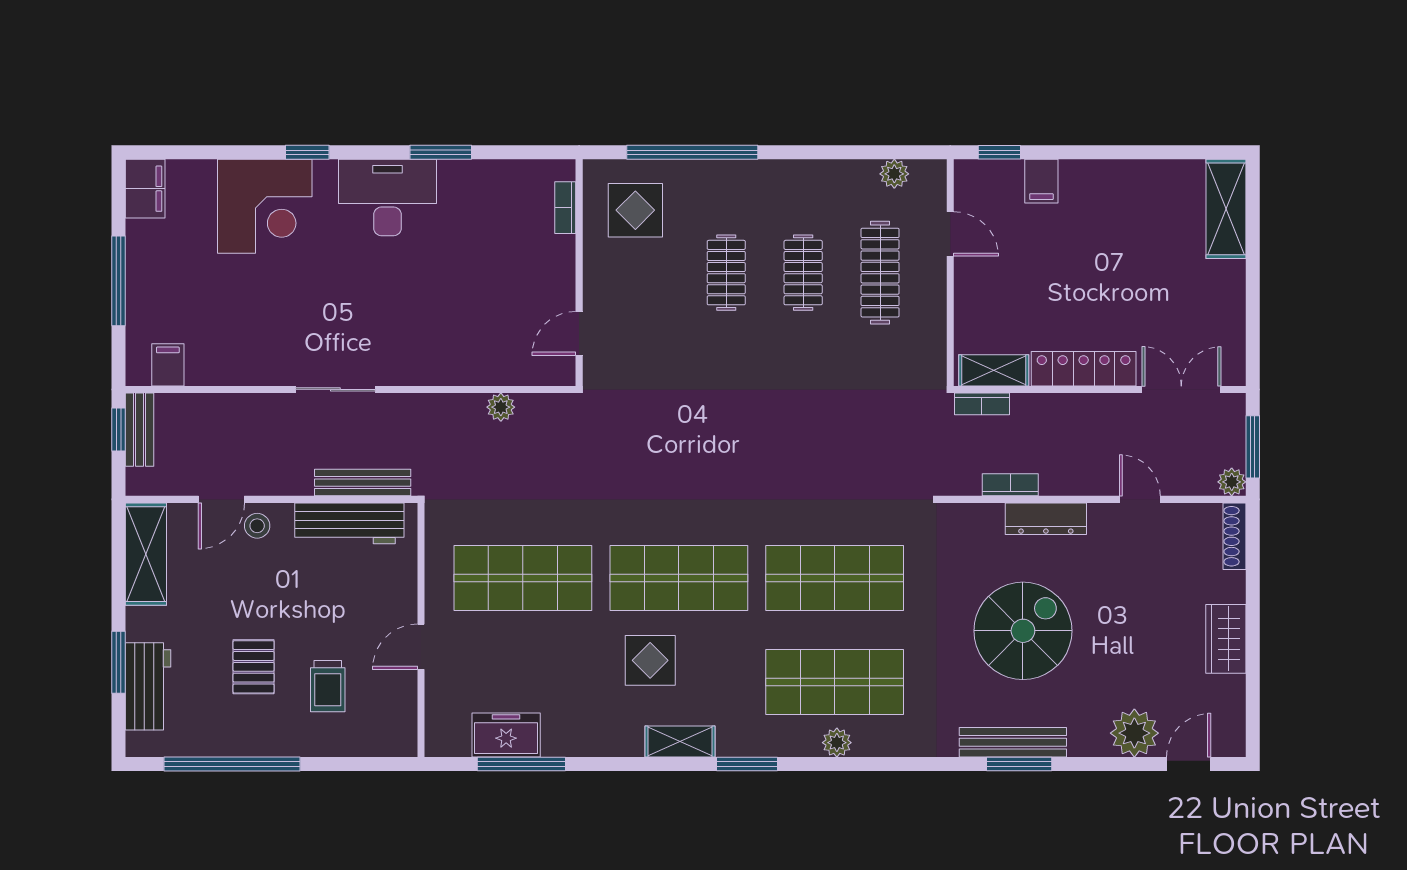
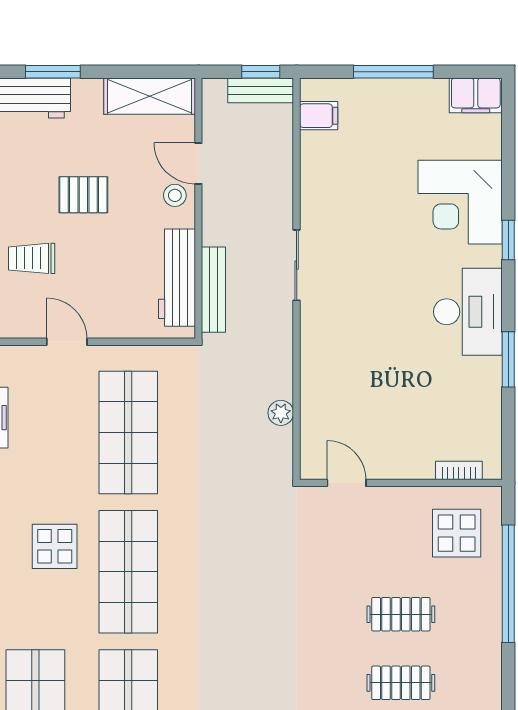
pallet: (254, 667) -> (83, 195), moved

